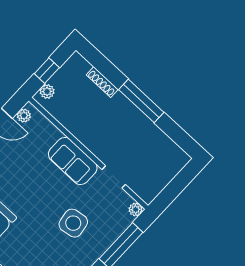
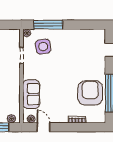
sofa: (73, 161) -> (31, 94), moved
side table: (73, 223) -> (43, 47), moved

